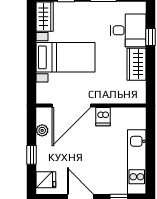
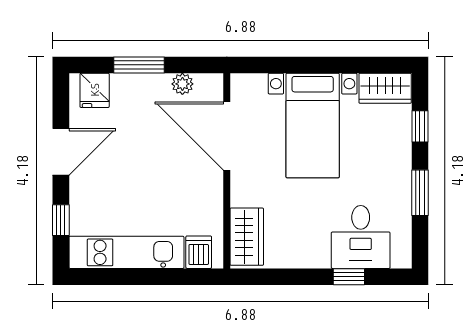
wardrobe: (137, 64) -> (247, 237), moved, turned 90
dishwasher: (103, 117) -> (199, 252), moved, turned 90
window: (32, 155) -> (139, 65), width x1.50

